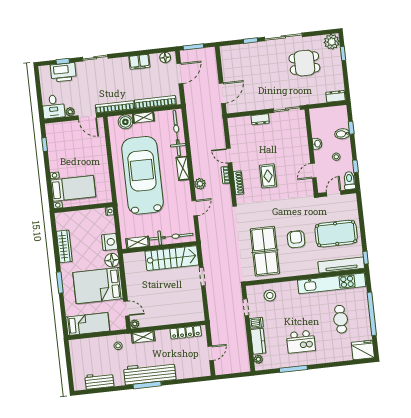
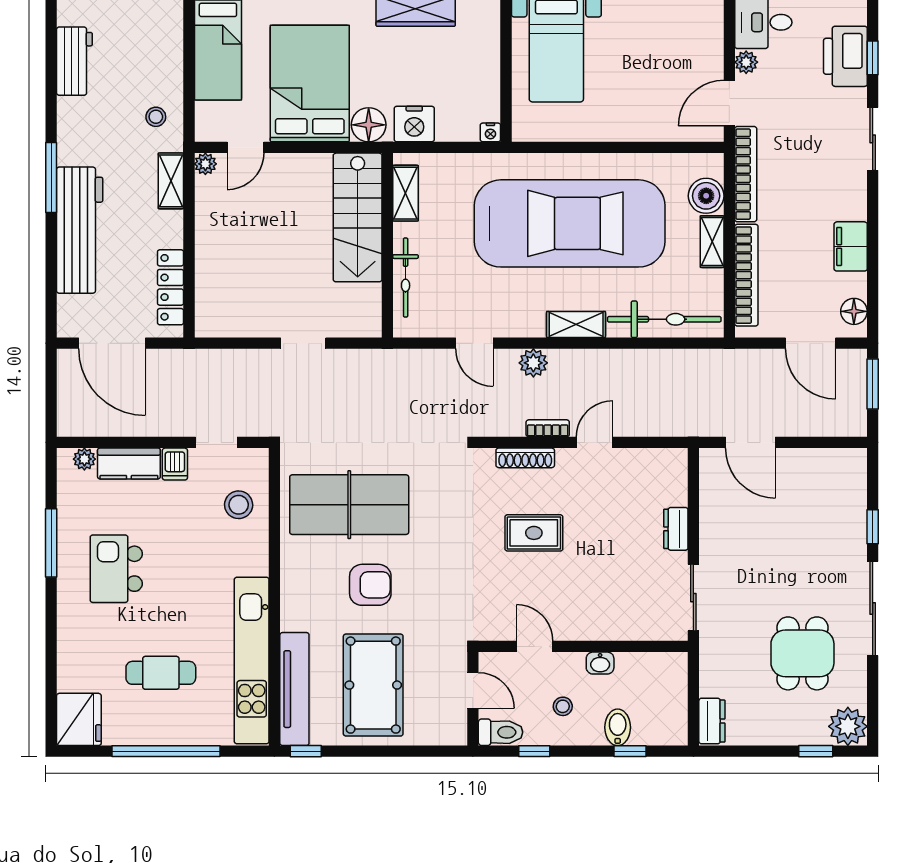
bicycle: (171, 237) -> (406, 278), width x0.73, depth x0.71
stairs: (172, 258) -> (358, 217), moved
door: (211, 353) -> (112, 343), width x1.88
workbench: (150, 373) -> (80, 230), moved

